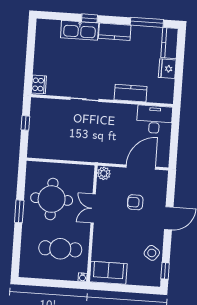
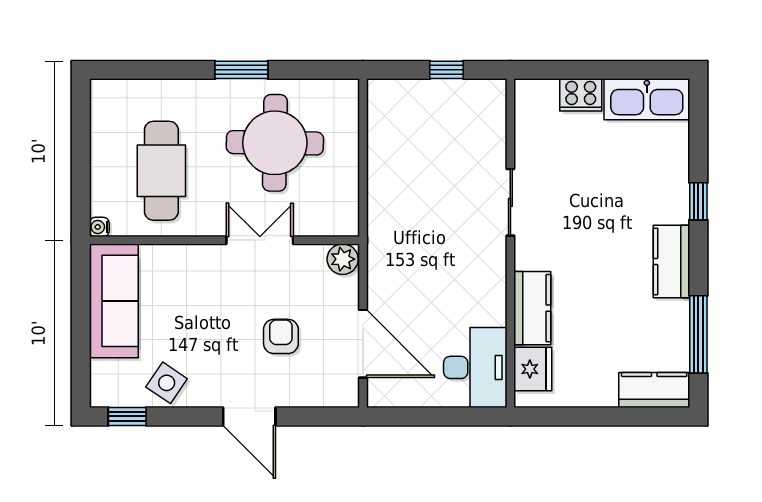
kitchen sink: (80, 30) -> (647, 99), moved, turned -90
fridge: (167, 69) -> (533, 369), moved, turned 90
cooker: (39, 84) -> (581, 95), moved
sofa: (108, 273) -> (114, 301), width x1.36

